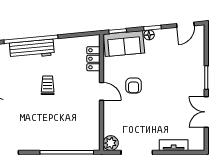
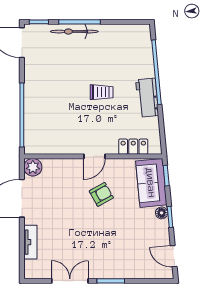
workbench: (32, 49) -> (147, 98), moved, width x0.73
armchair: (134, 86) -> (101, 194), turned 151

